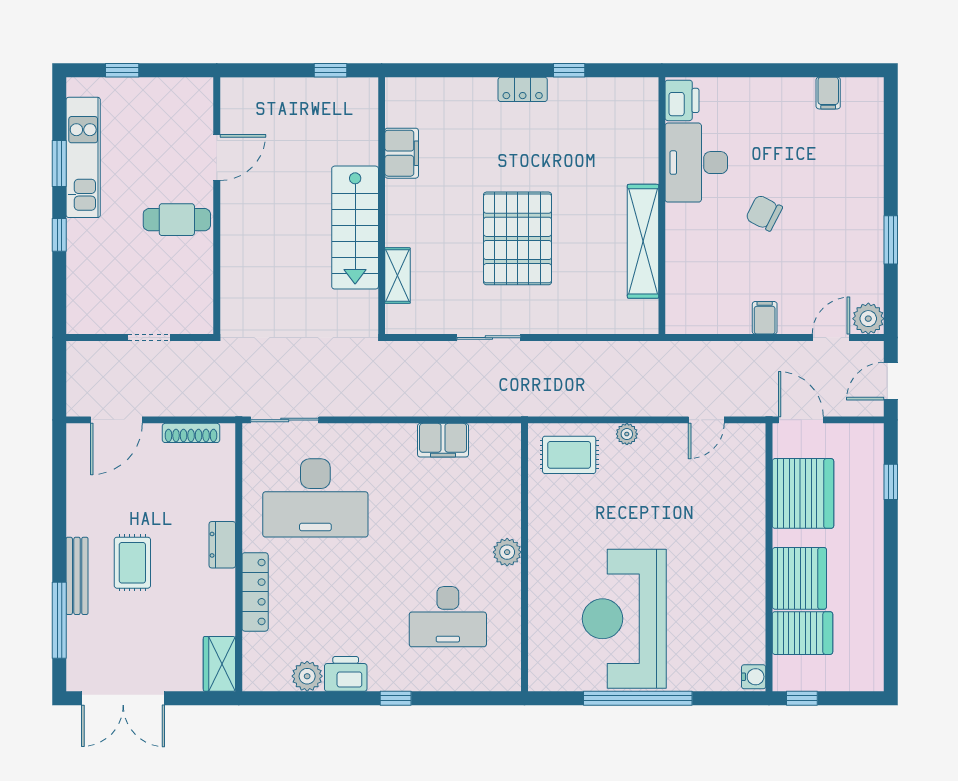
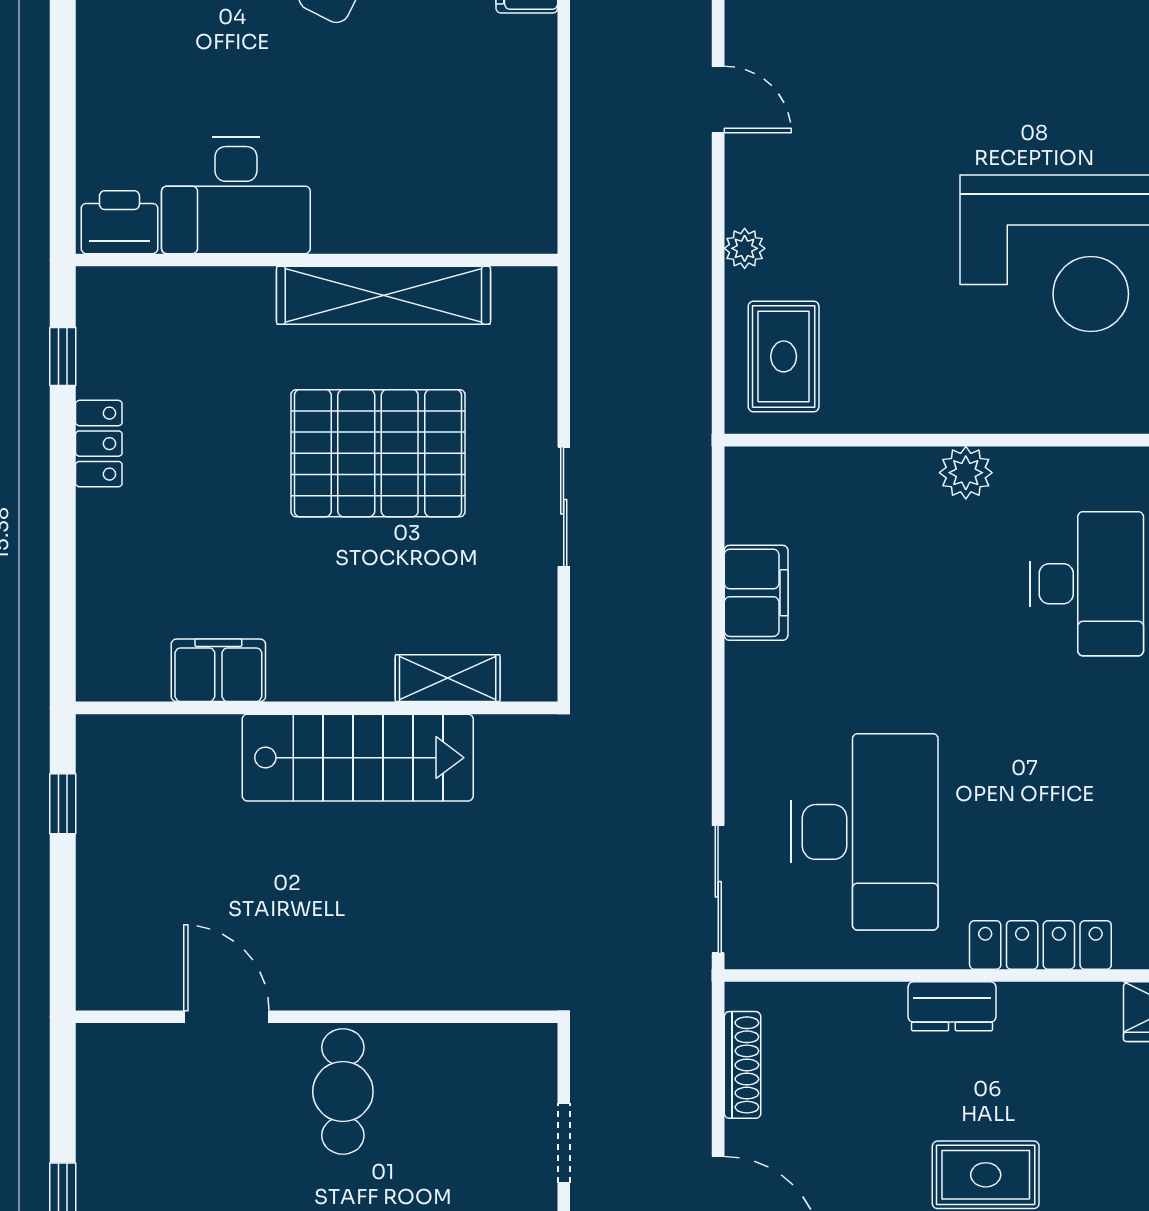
printer: (682, 100) -> (119, 222), moved
desk: (696, 163) -> (236, 195), moved
wall: (662, 206) -> (317, 260), moved
shelving: (643, 241) -> (383, 295), moved

